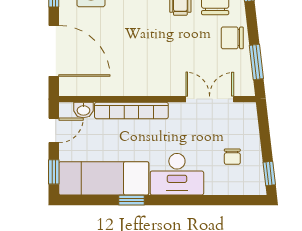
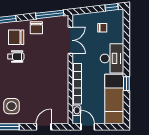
door: (54, 51) -> (44, 127), width x0.53
window: (256, 62) -> (50, 14), width x1.44
double door: (210, 99) -> (70, 40), swing flipped
window: (54, 172) -> (111, 127), removed

